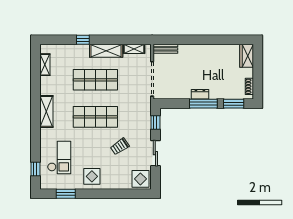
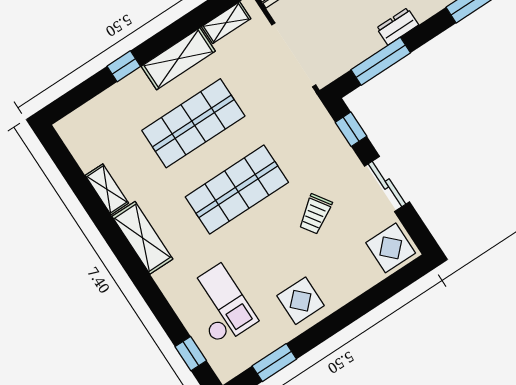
shelving: (45, 65) -> (107, 189), moved
window: (203, 104) -> (381, 61), moved

